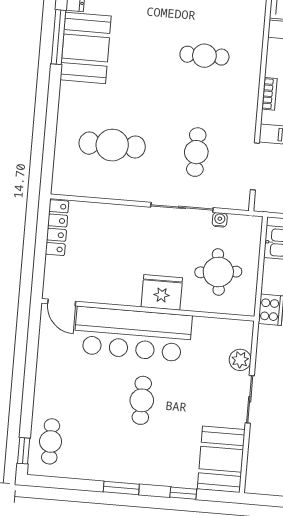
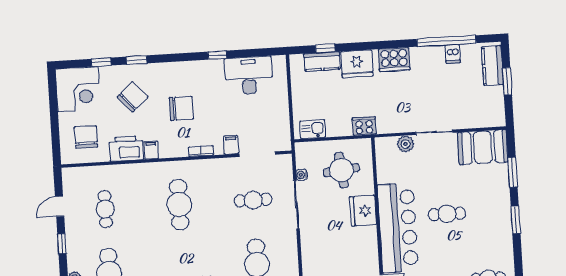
cafe table: (204, 56) -> (179, 205), width x1.37, depth x1.35
window: (183, 493) -> (513, 172), width x1.50

